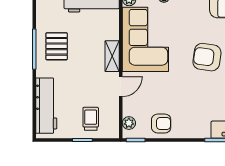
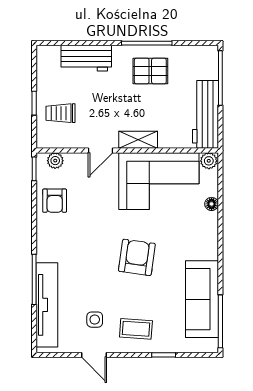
door: (121, 87) -> (100, 150), hinge flipped
workbench: (46, 106) -> (86, 58), width x0.73
trolley: (91, 119) -> (60, 113), turned 180

